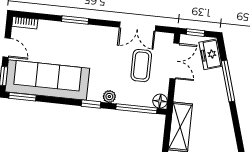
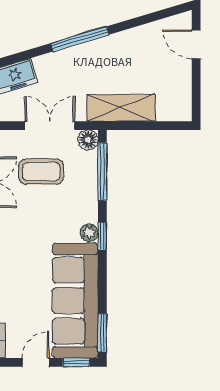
double door: (174, 61) -> (50, 126), moved
window: (228, 81) -> (80, 39), moved
plant: (109, 97) -> (89, 233), moved

